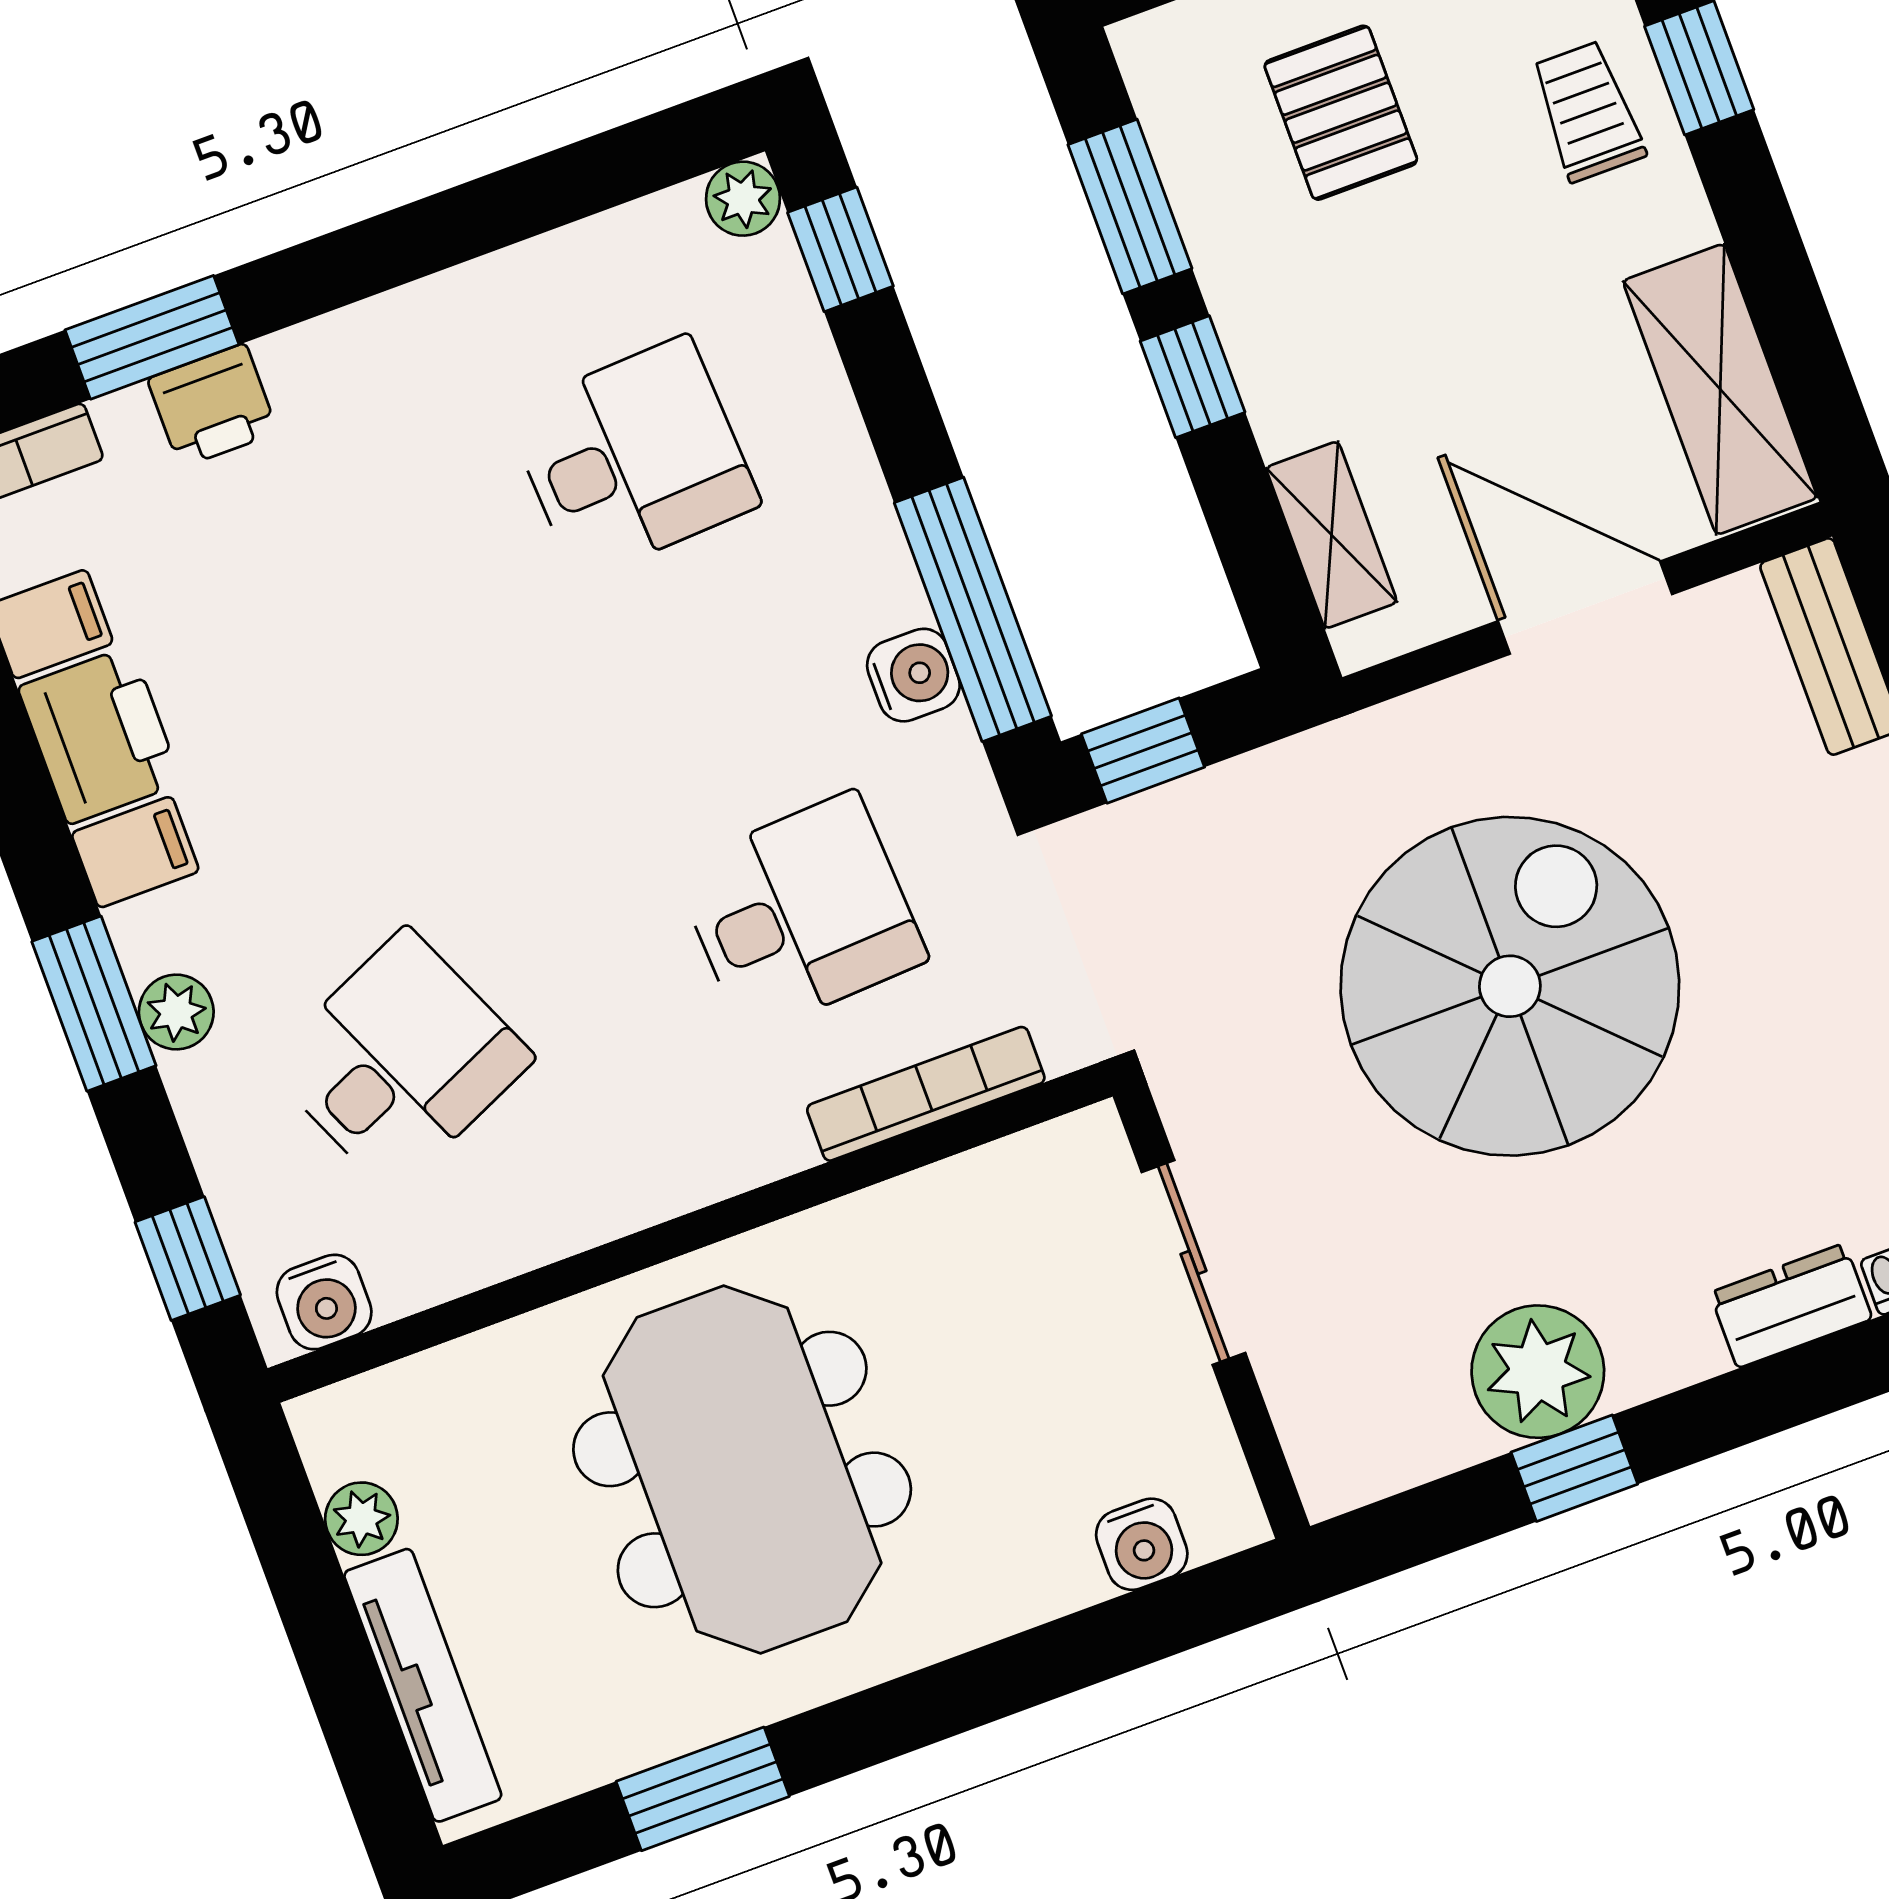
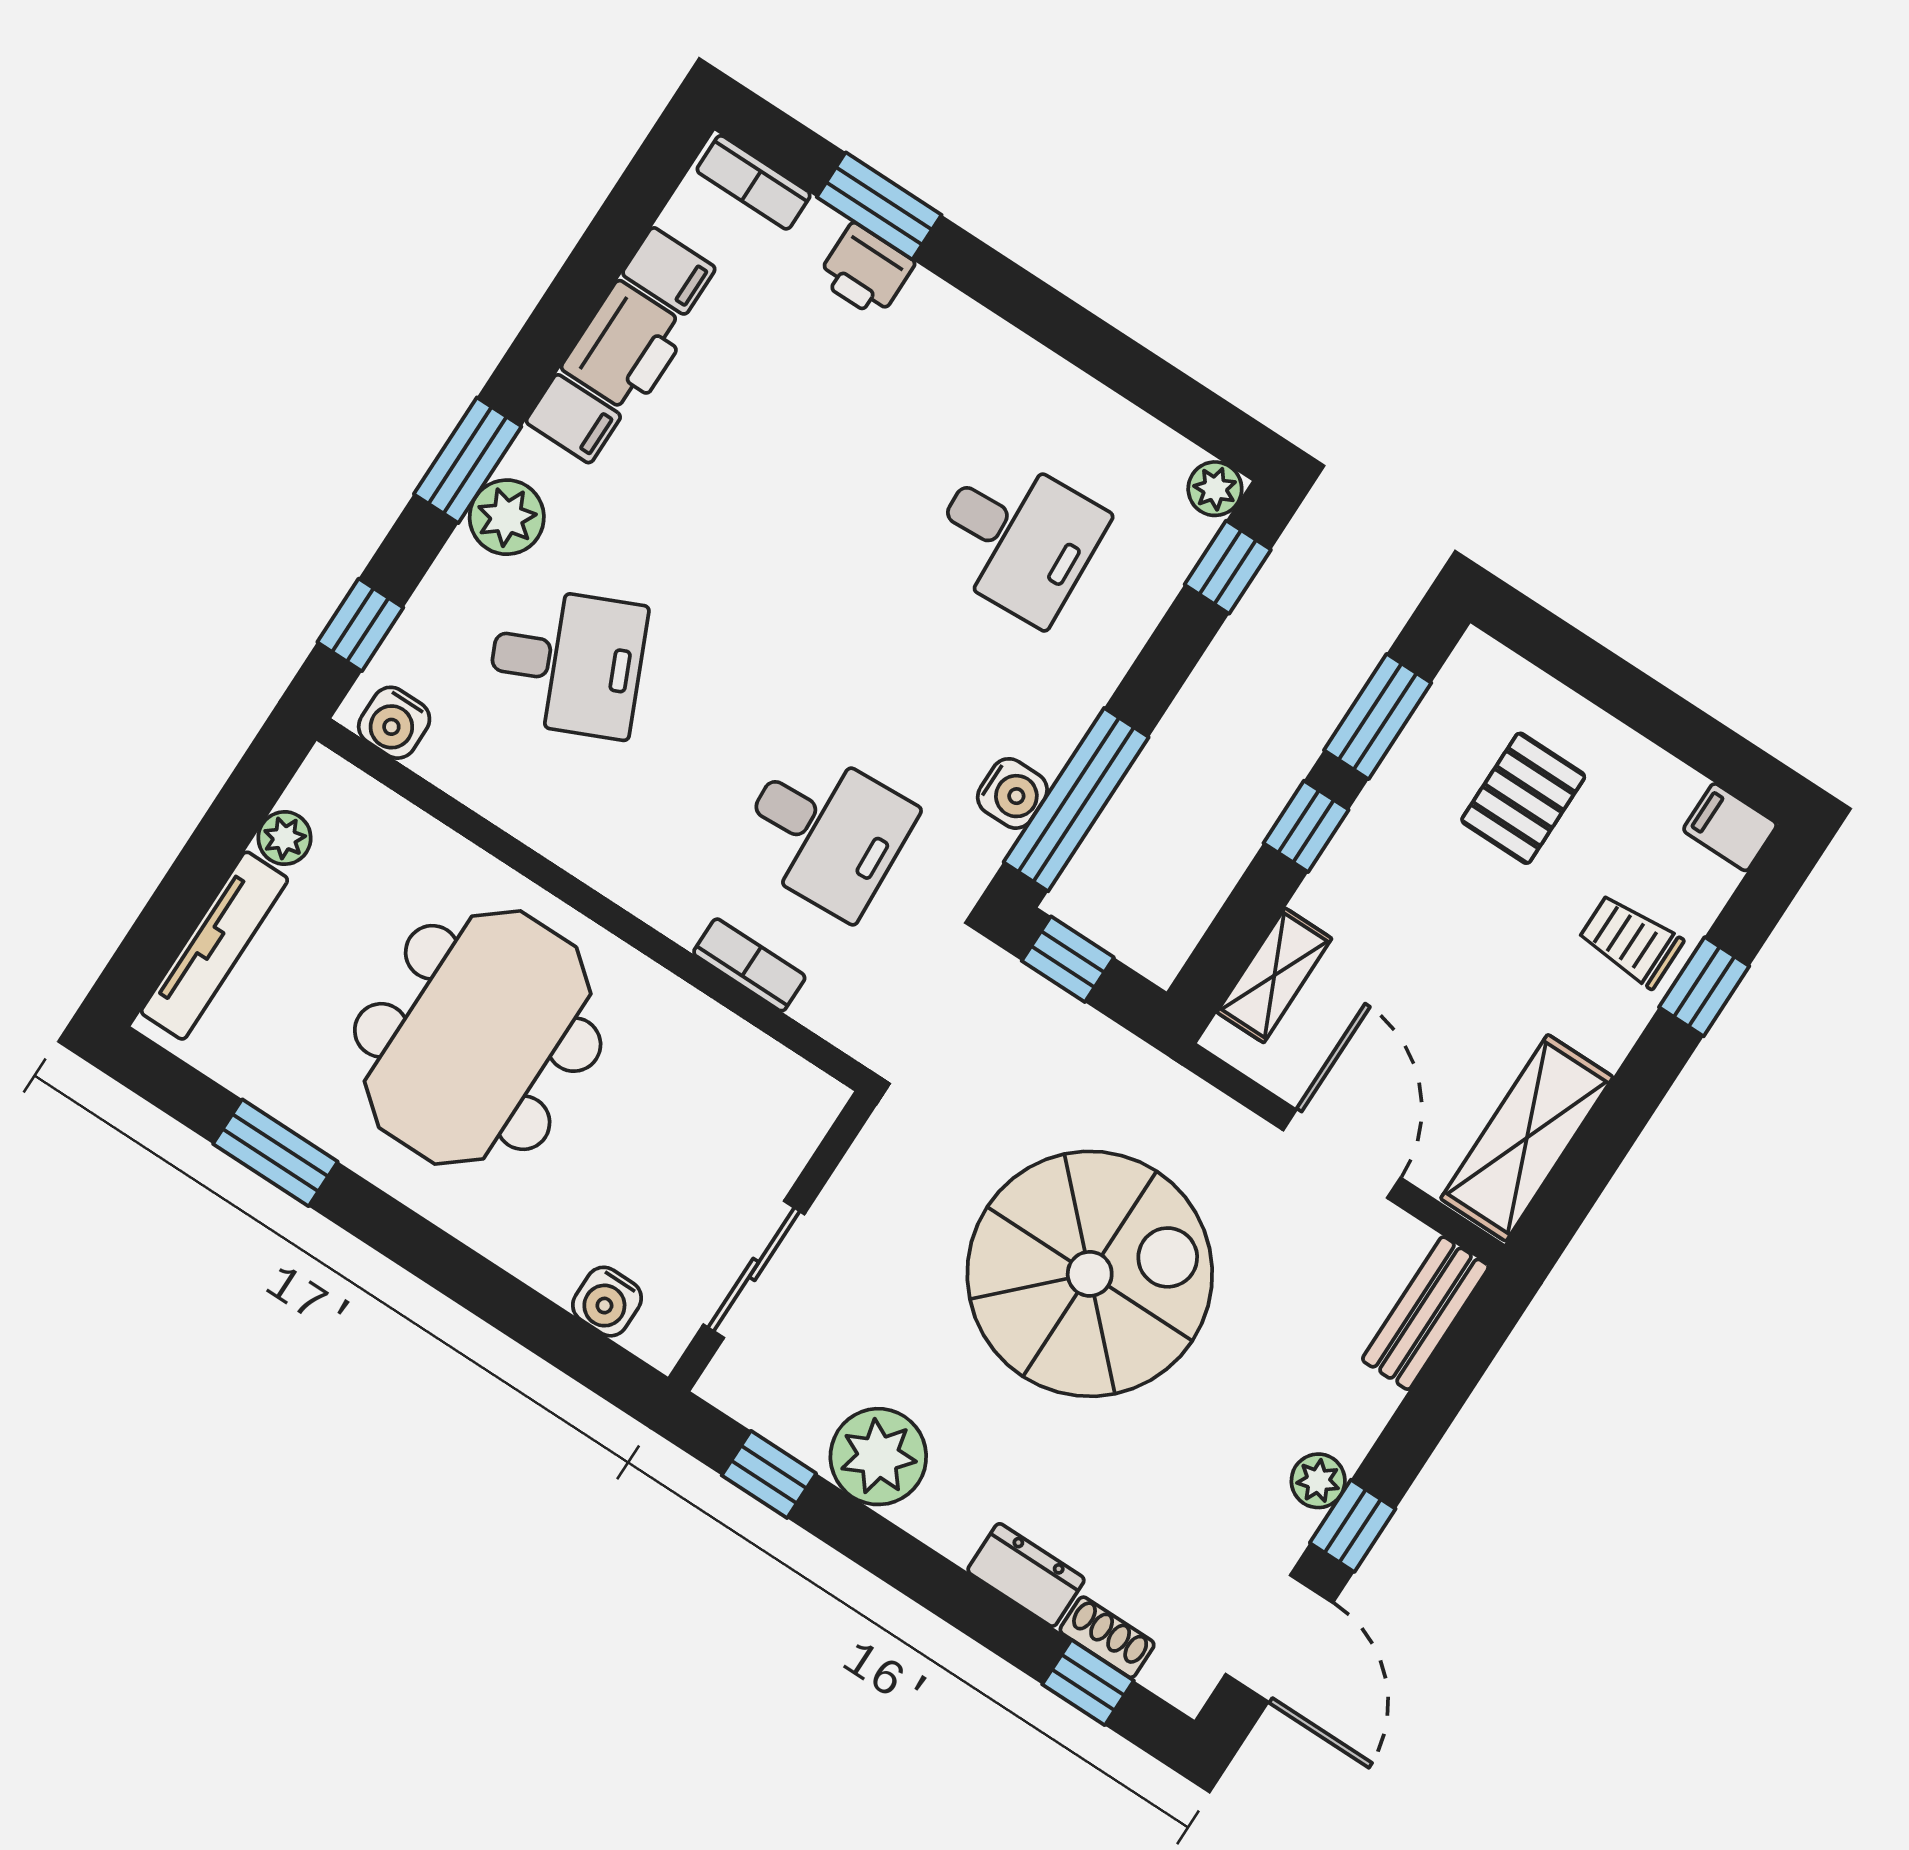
trolley: (1588, 111) -> (1631, 941), turned -90
plant: (176, 1012) -> (507, 517), width x1.38, depth x1.38
bookcase: (926, 1094) -> (749, 965), width x0.64
sliding door: (1193, 1262) -> (754, 1269), moved
window: (1574, 1468) -> (769, 1474), moved

